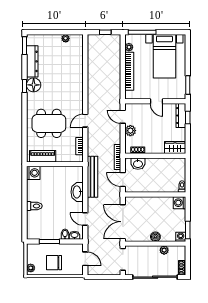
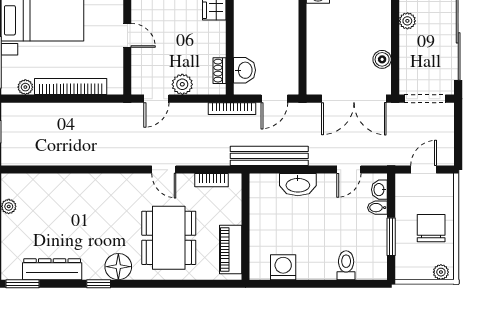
floor lamp: (34, 85) -> (118, 267), moved
door: (156, 101) -> (127, 35), hinge flipped
washing machine: (33, 173) -> (283, 267), moved
toilet: (34, 206) -> (346, 265), moved
boiler: (155, 237) -> (382, 59), moved
chair: (54, 263) -> (431, 228), turned 180

